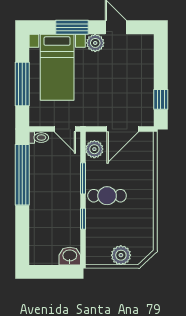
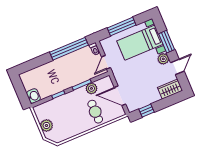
wardrobe: (144, 52) -> (170, 89), added
plant: (94, 149) -> (91, 88), moved
cafe table: (107, 196) -> (95, 112), moved

